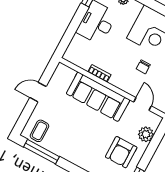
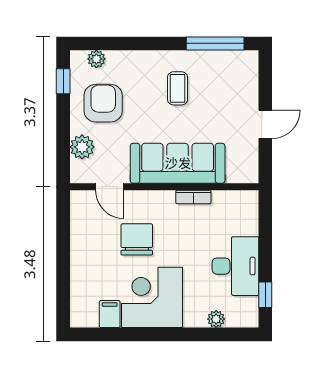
chair: (143, 67) -> (137, 239), width x1.87, depth x1.87
coffee table: (39, 131) -> (178, 88), moved

